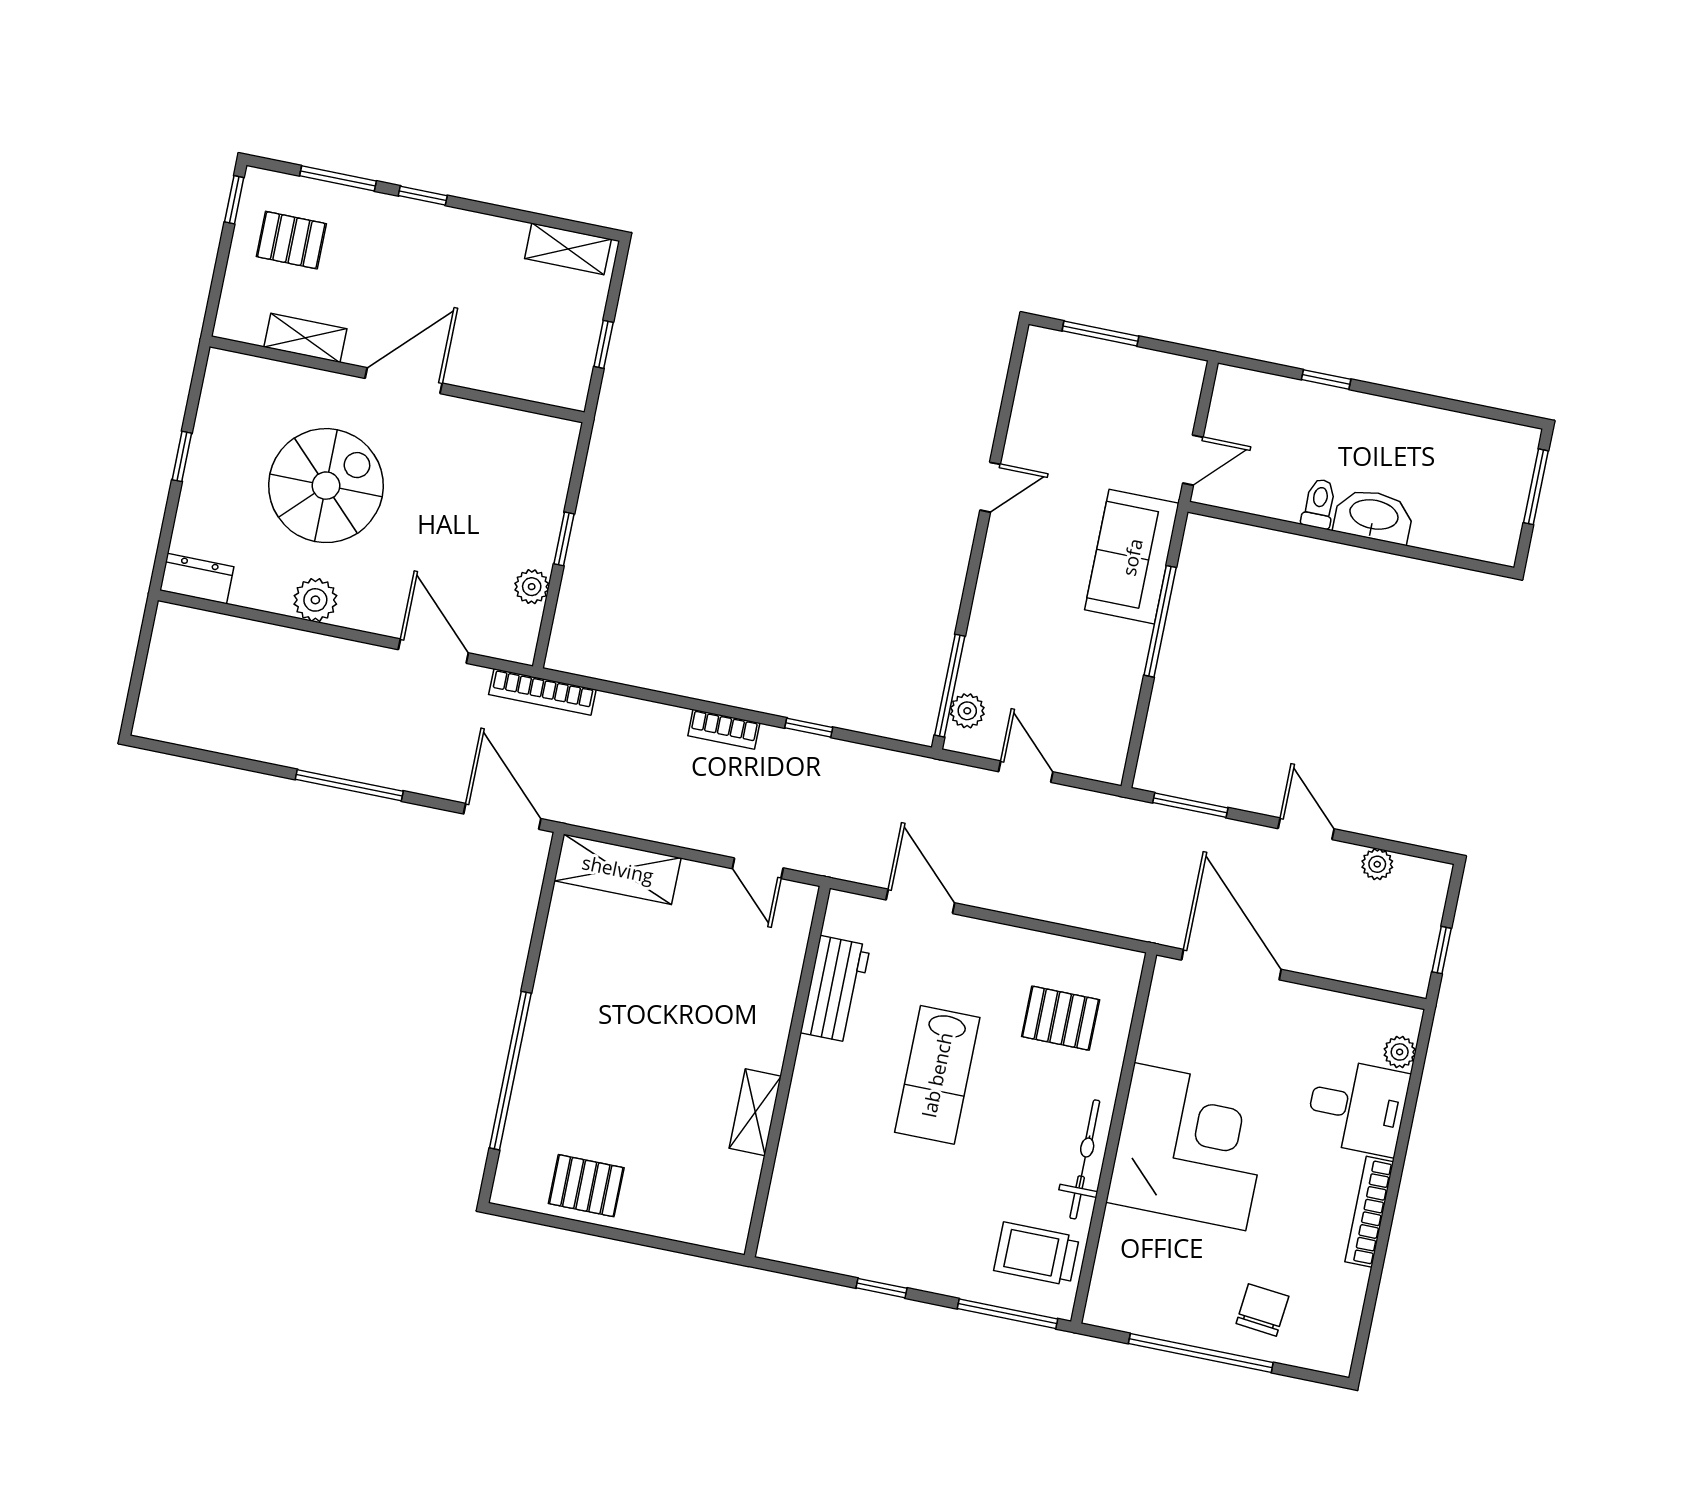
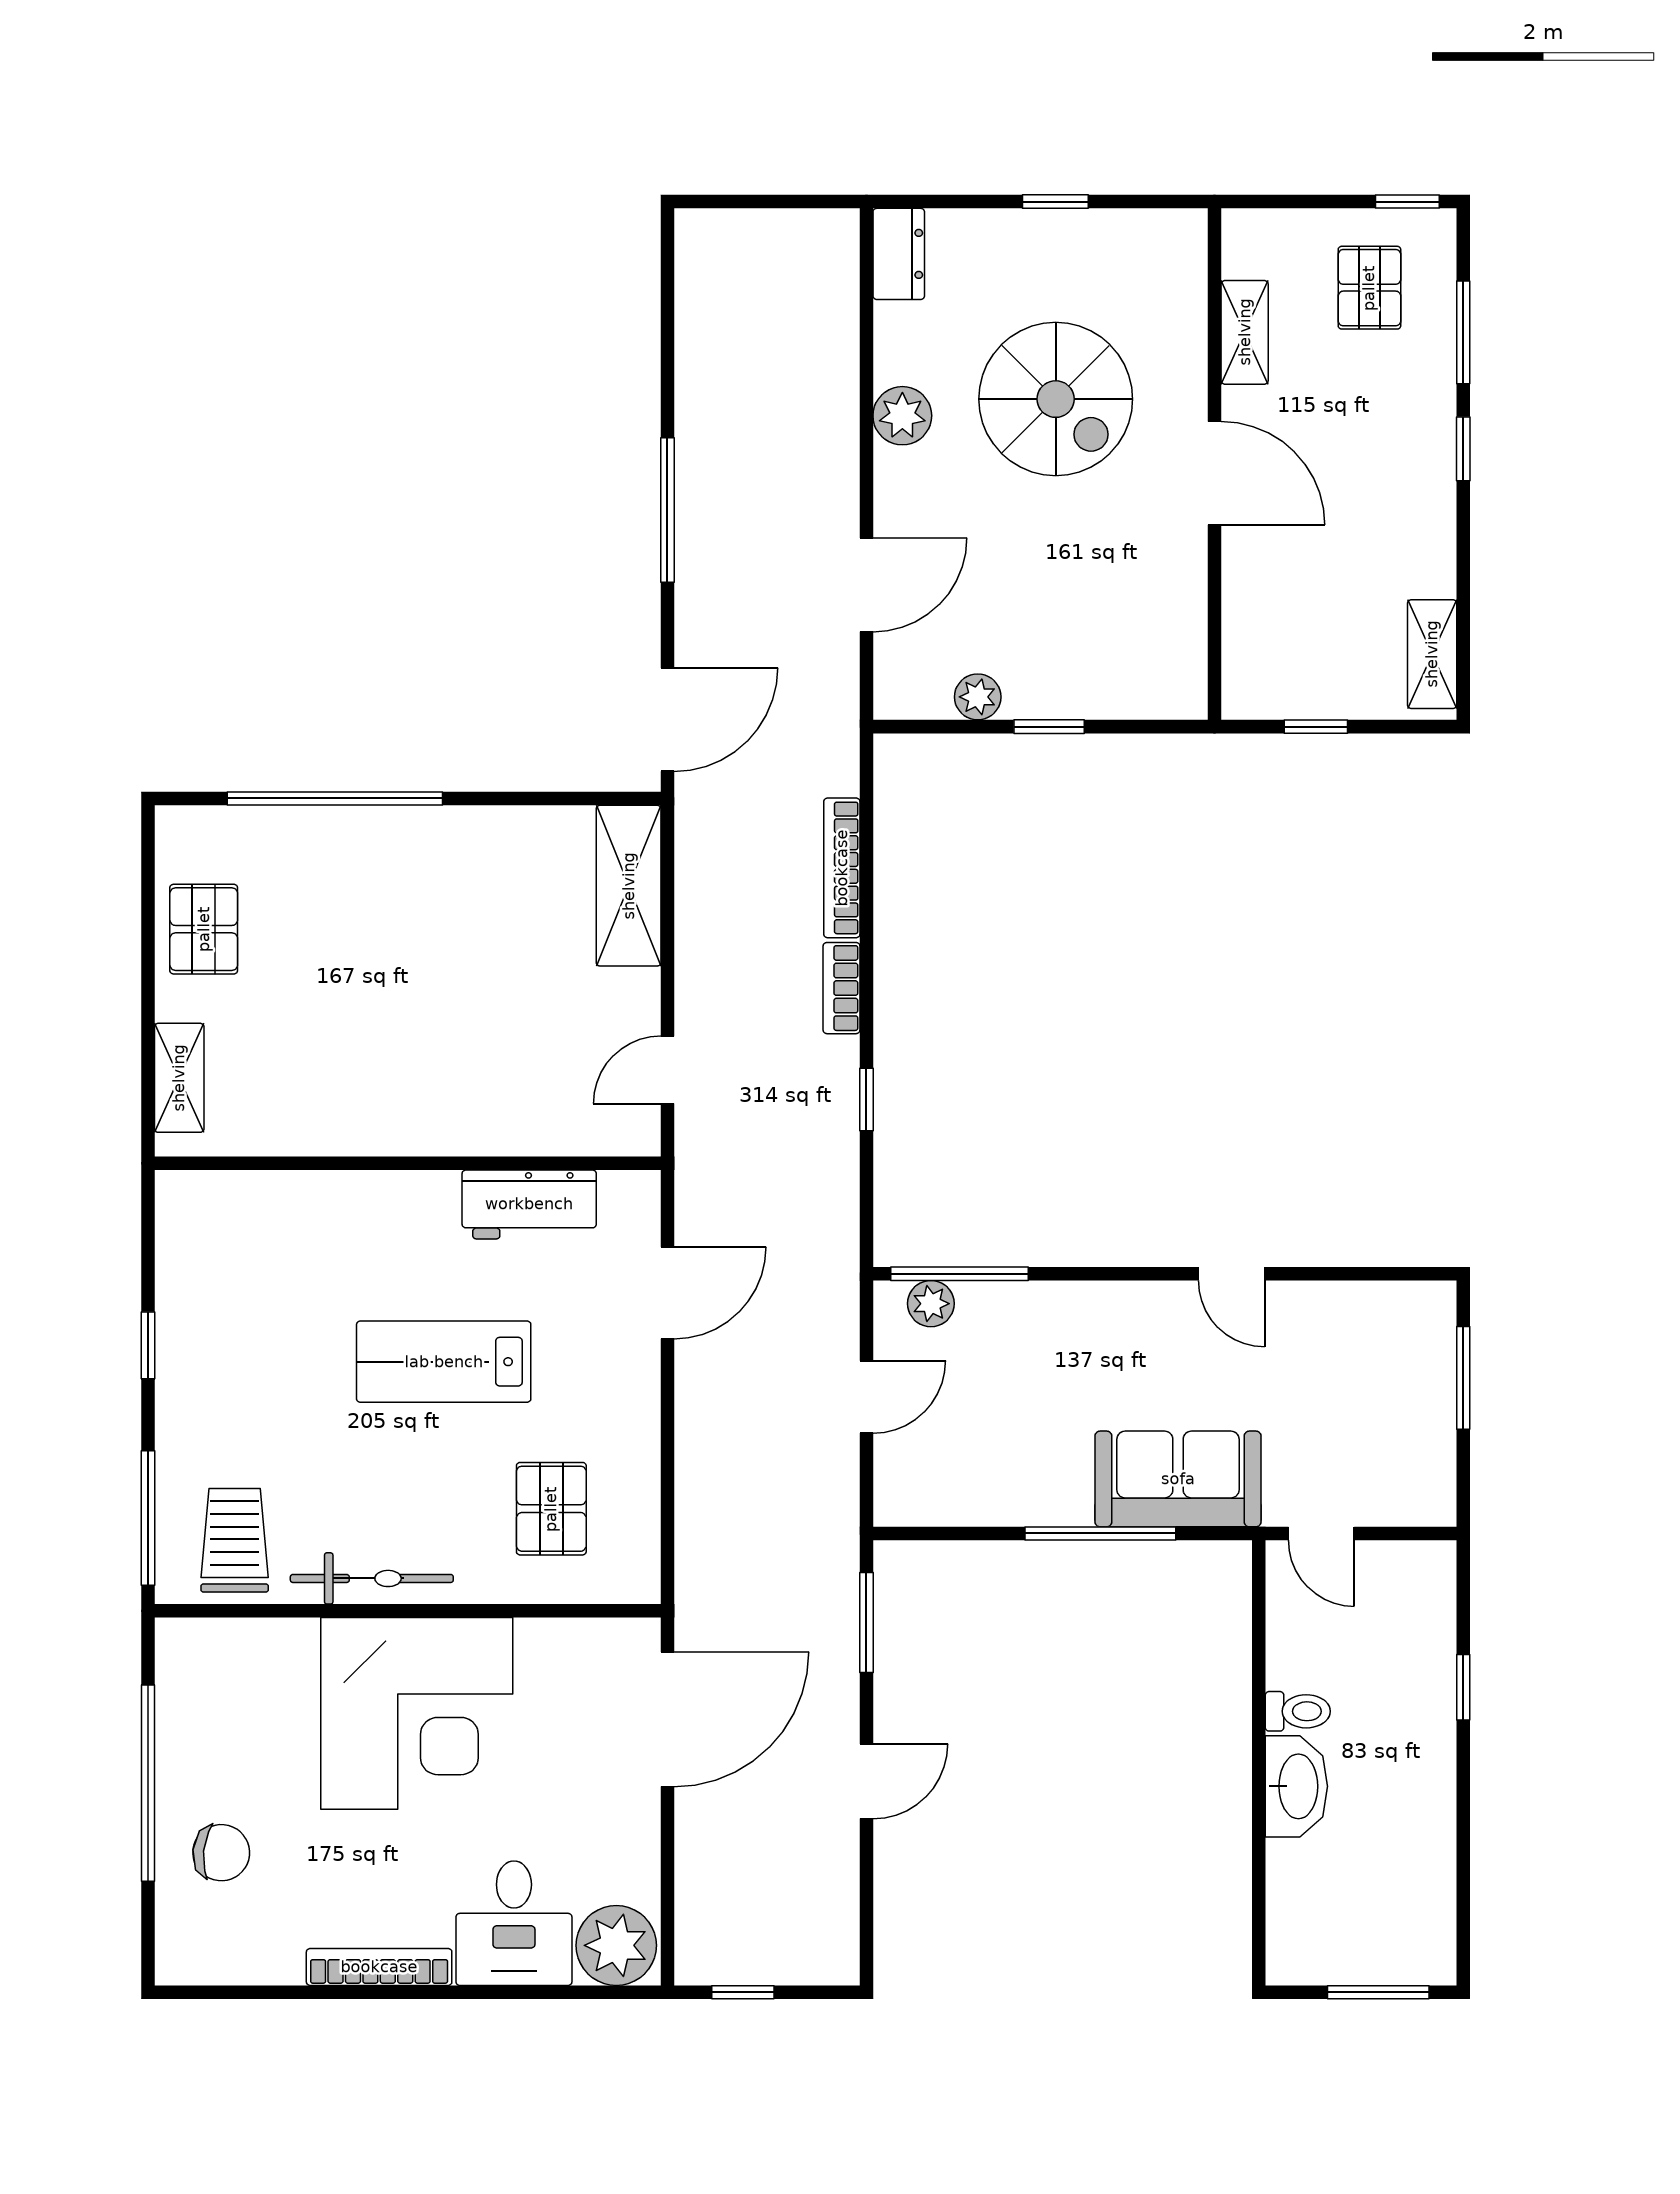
bookcase: (542, 692) -> (842, 868), moved
plant: (1377, 864) -> (839, 1884), removed
plant: (1400, 1052) -> (616, 1945), width x1.87, depth x1.87
shelving: (755, 1112) -> (179, 1078), moved, turned 90

